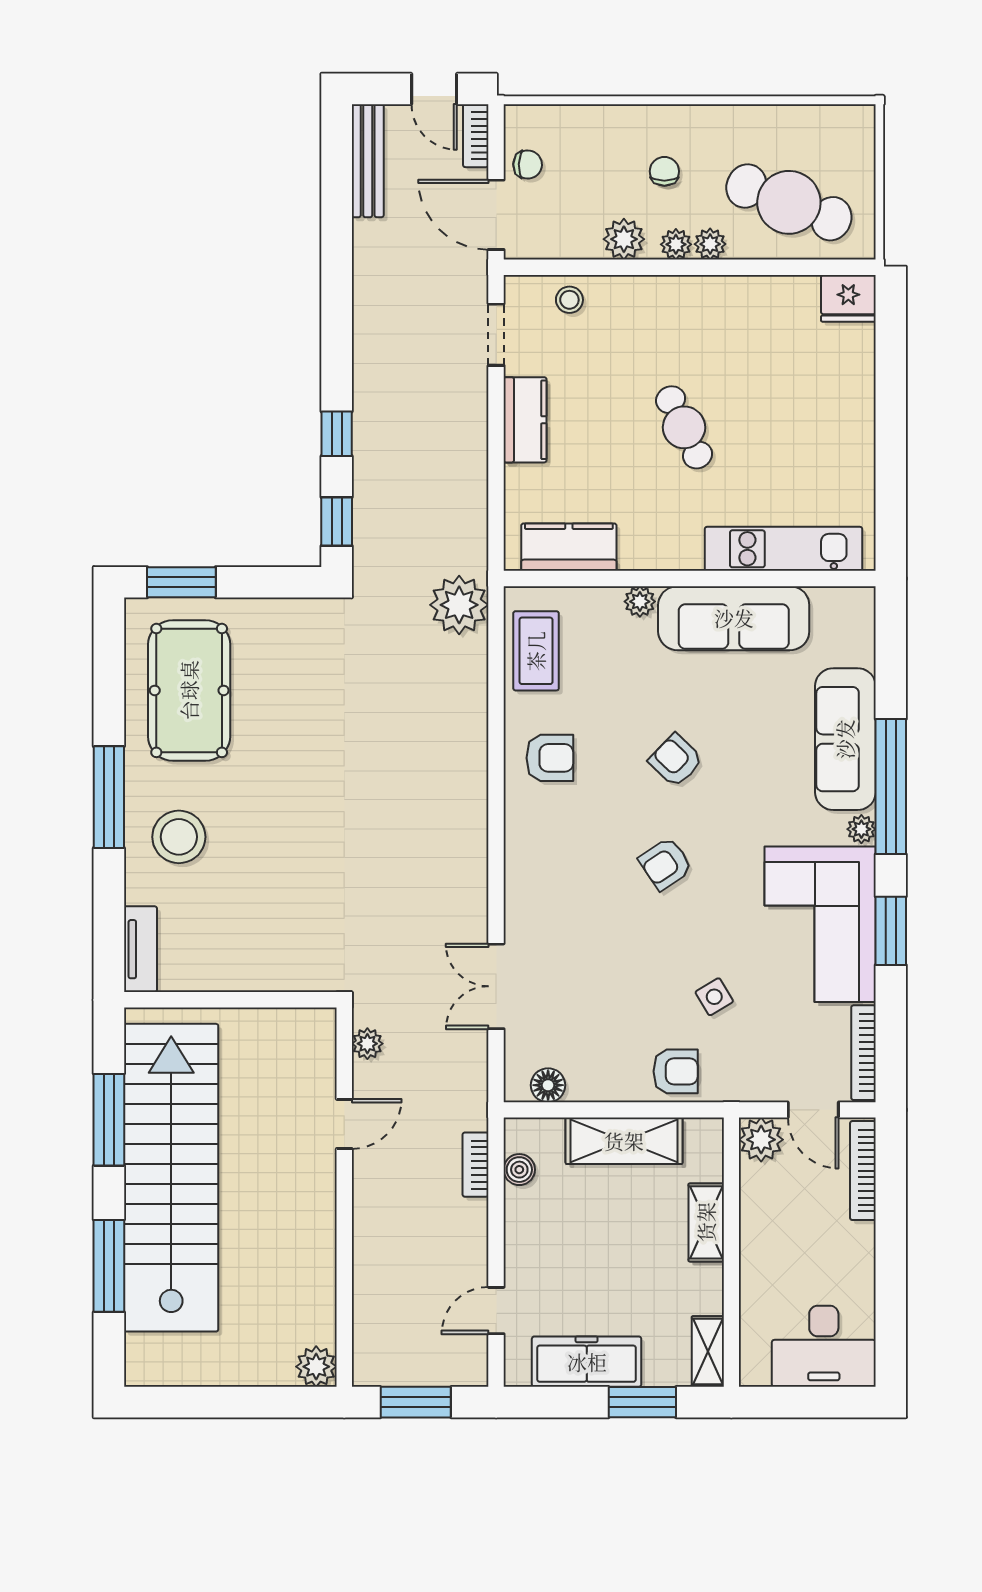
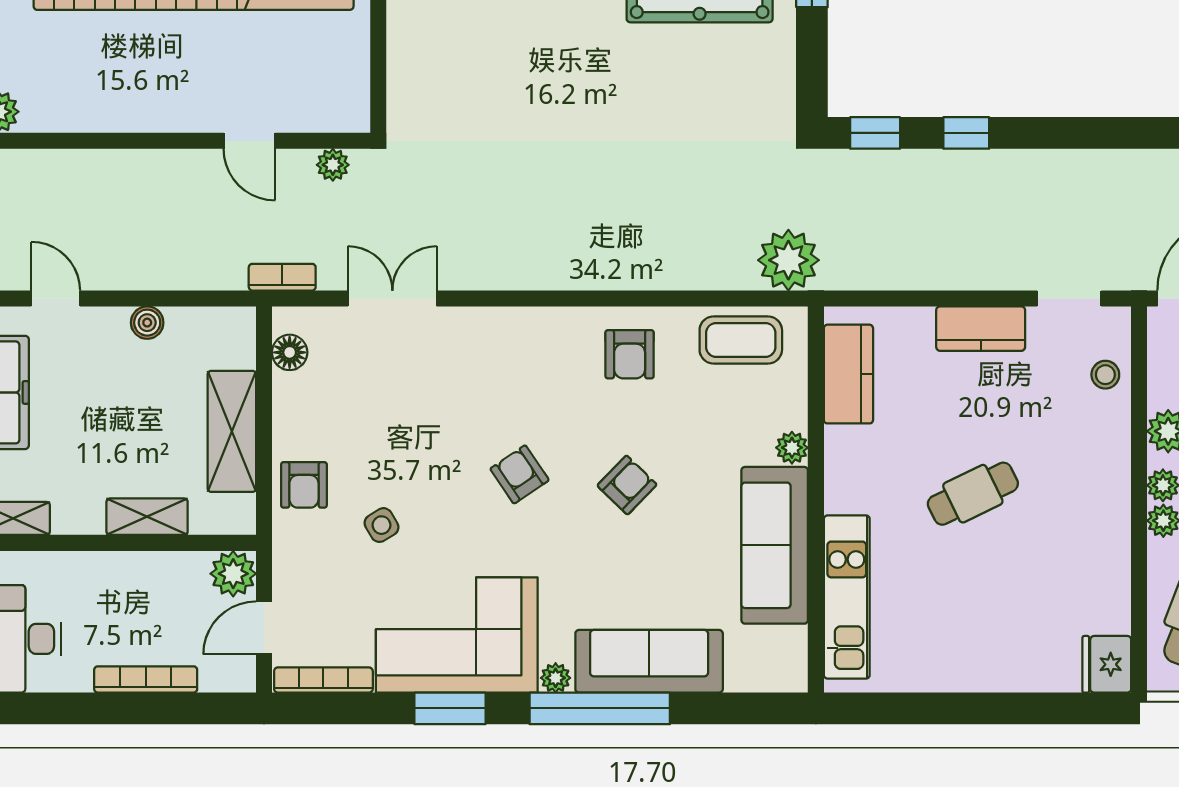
bookcase: (476, 1165) -> (282, 277), moved
boiler: (519, 1170) -> (147, 323), moved
bookcase: (863, 1171) -> (146, 679), moved

